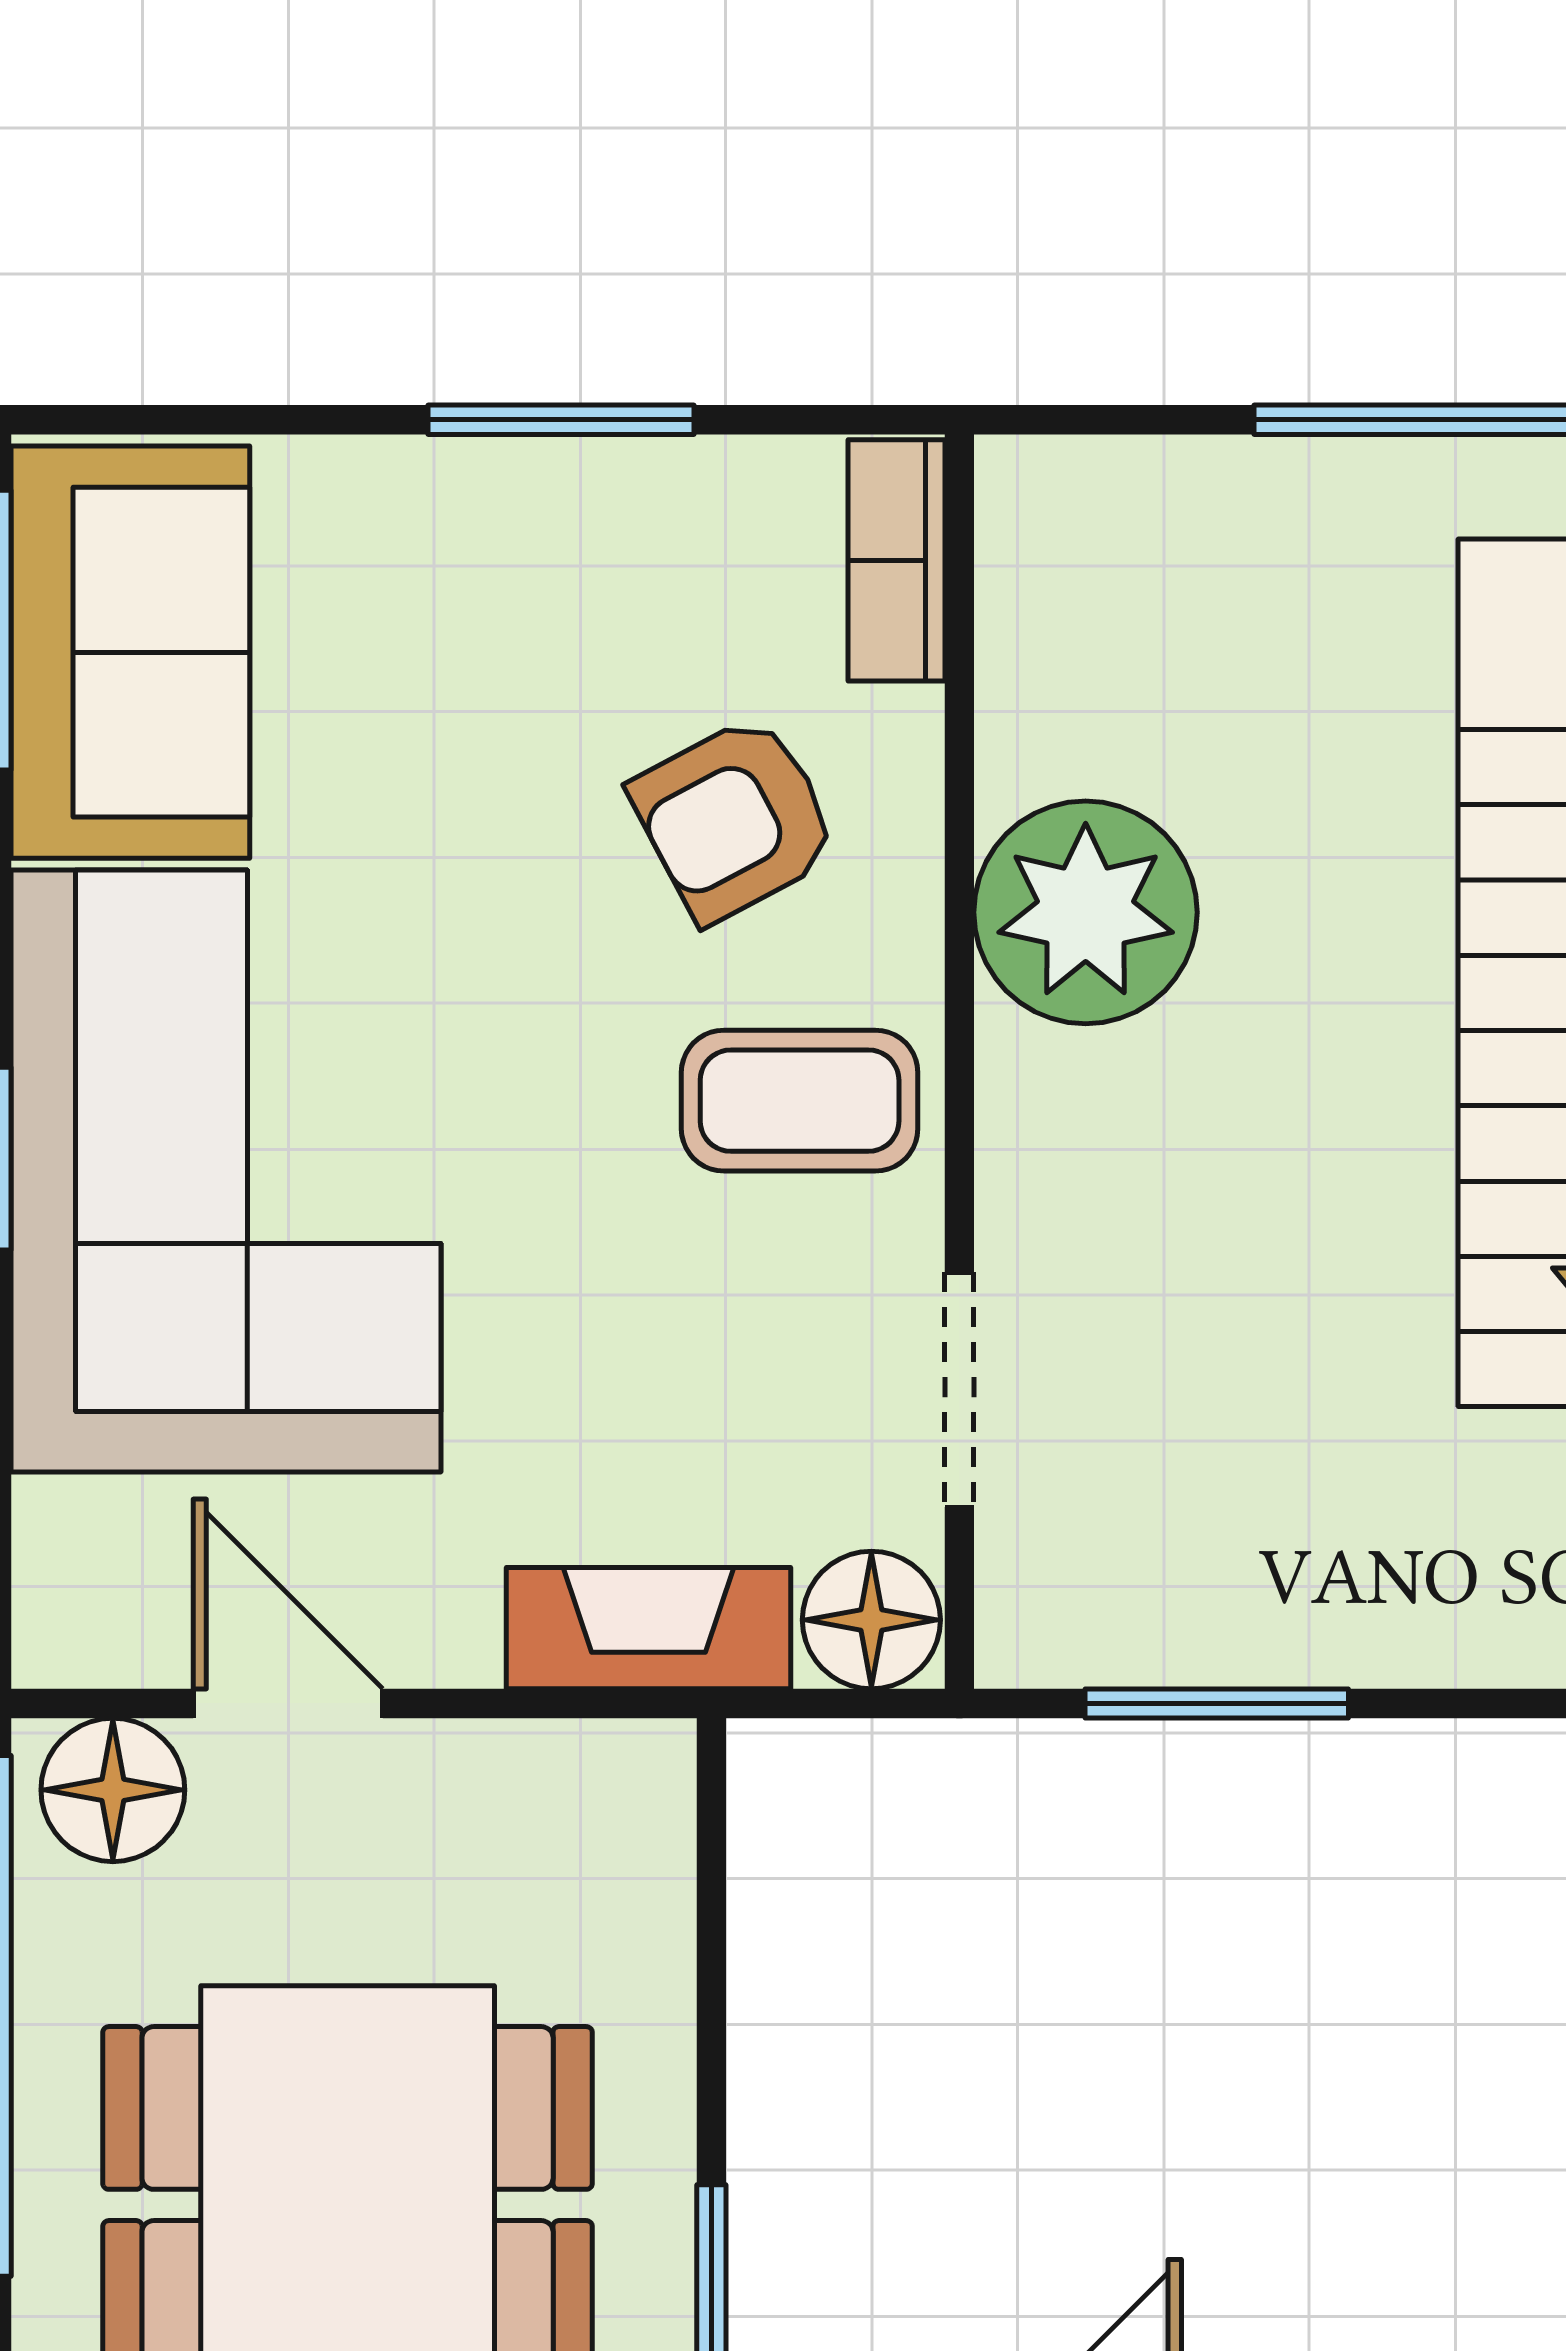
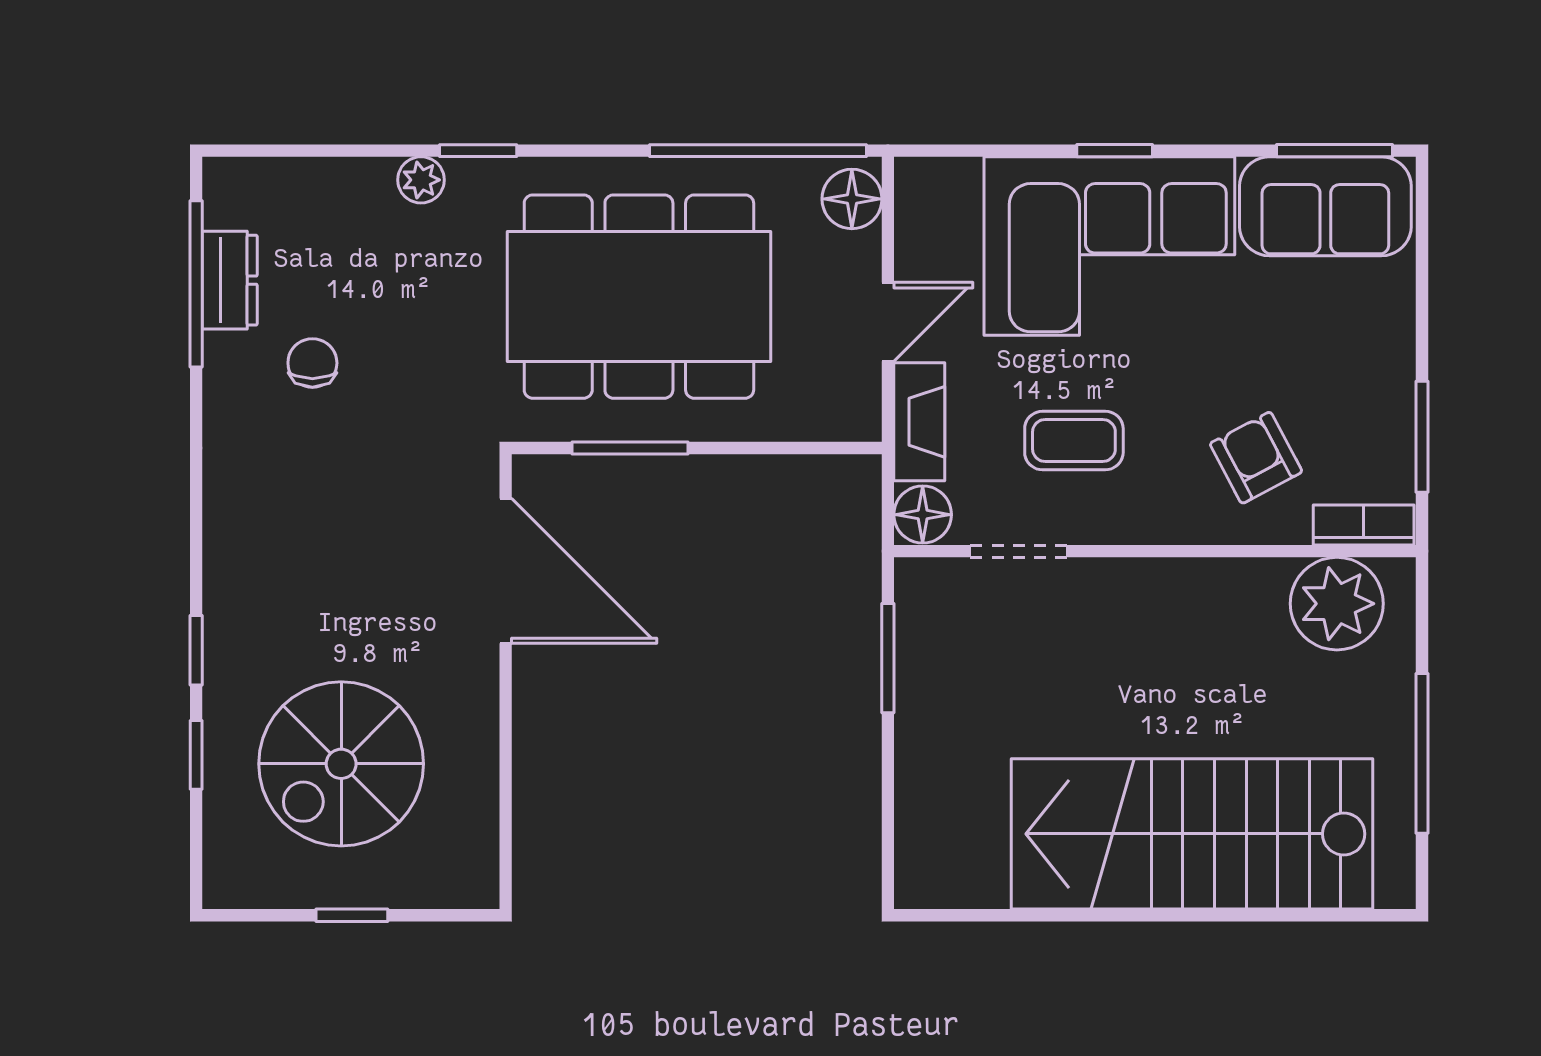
window: (561, 420) -> (1422, 437), moved
plant: (1086, 912) -> (1337, 604), moved
coffee table: (800, 1101) -> (1074, 441), moved, turned 90
door: (288, 1703) -> (888, 322), moved

